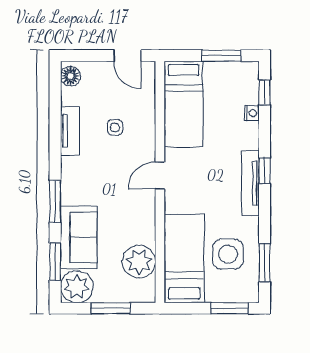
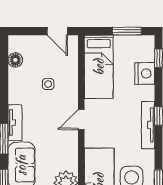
floor lamp: (70, 76) -> (15, 60), moved
nightstand: (252, 113) -> (145, 73), width x1.89, depth x1.79
tv unit: (70, 131) -> (15, 123), moved

